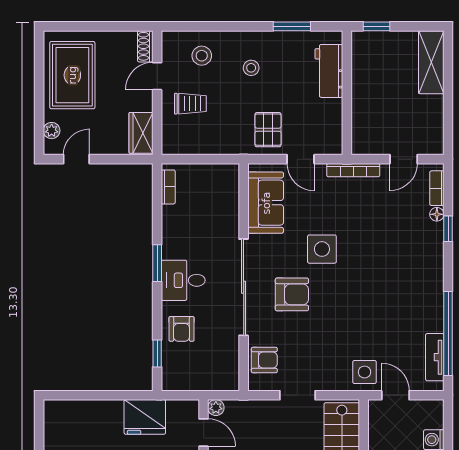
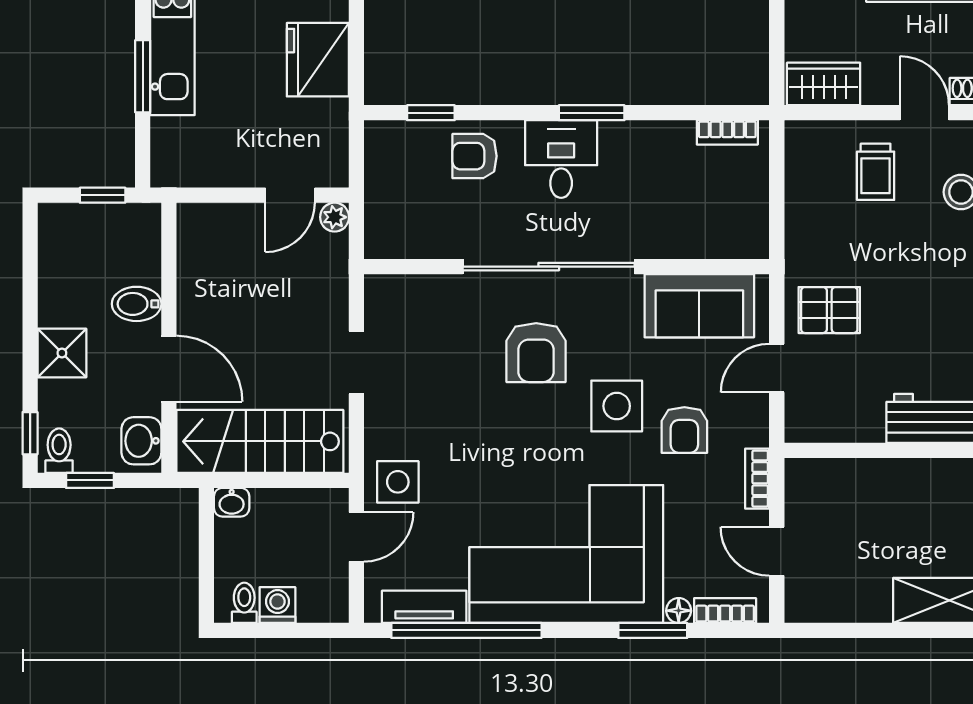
stool: (251, 68) -> (939, 280), removed
bookcase: (353, 170) -> (757, 479), width x0.64
window: (448, 229) -> (653, 630), width x1.50
corner sofa: (405, 277) -> (566, 554), added
armchair: (264, 360) -> (684, 430), moved
fridge: (145, 417) -> (318, 60), moved

